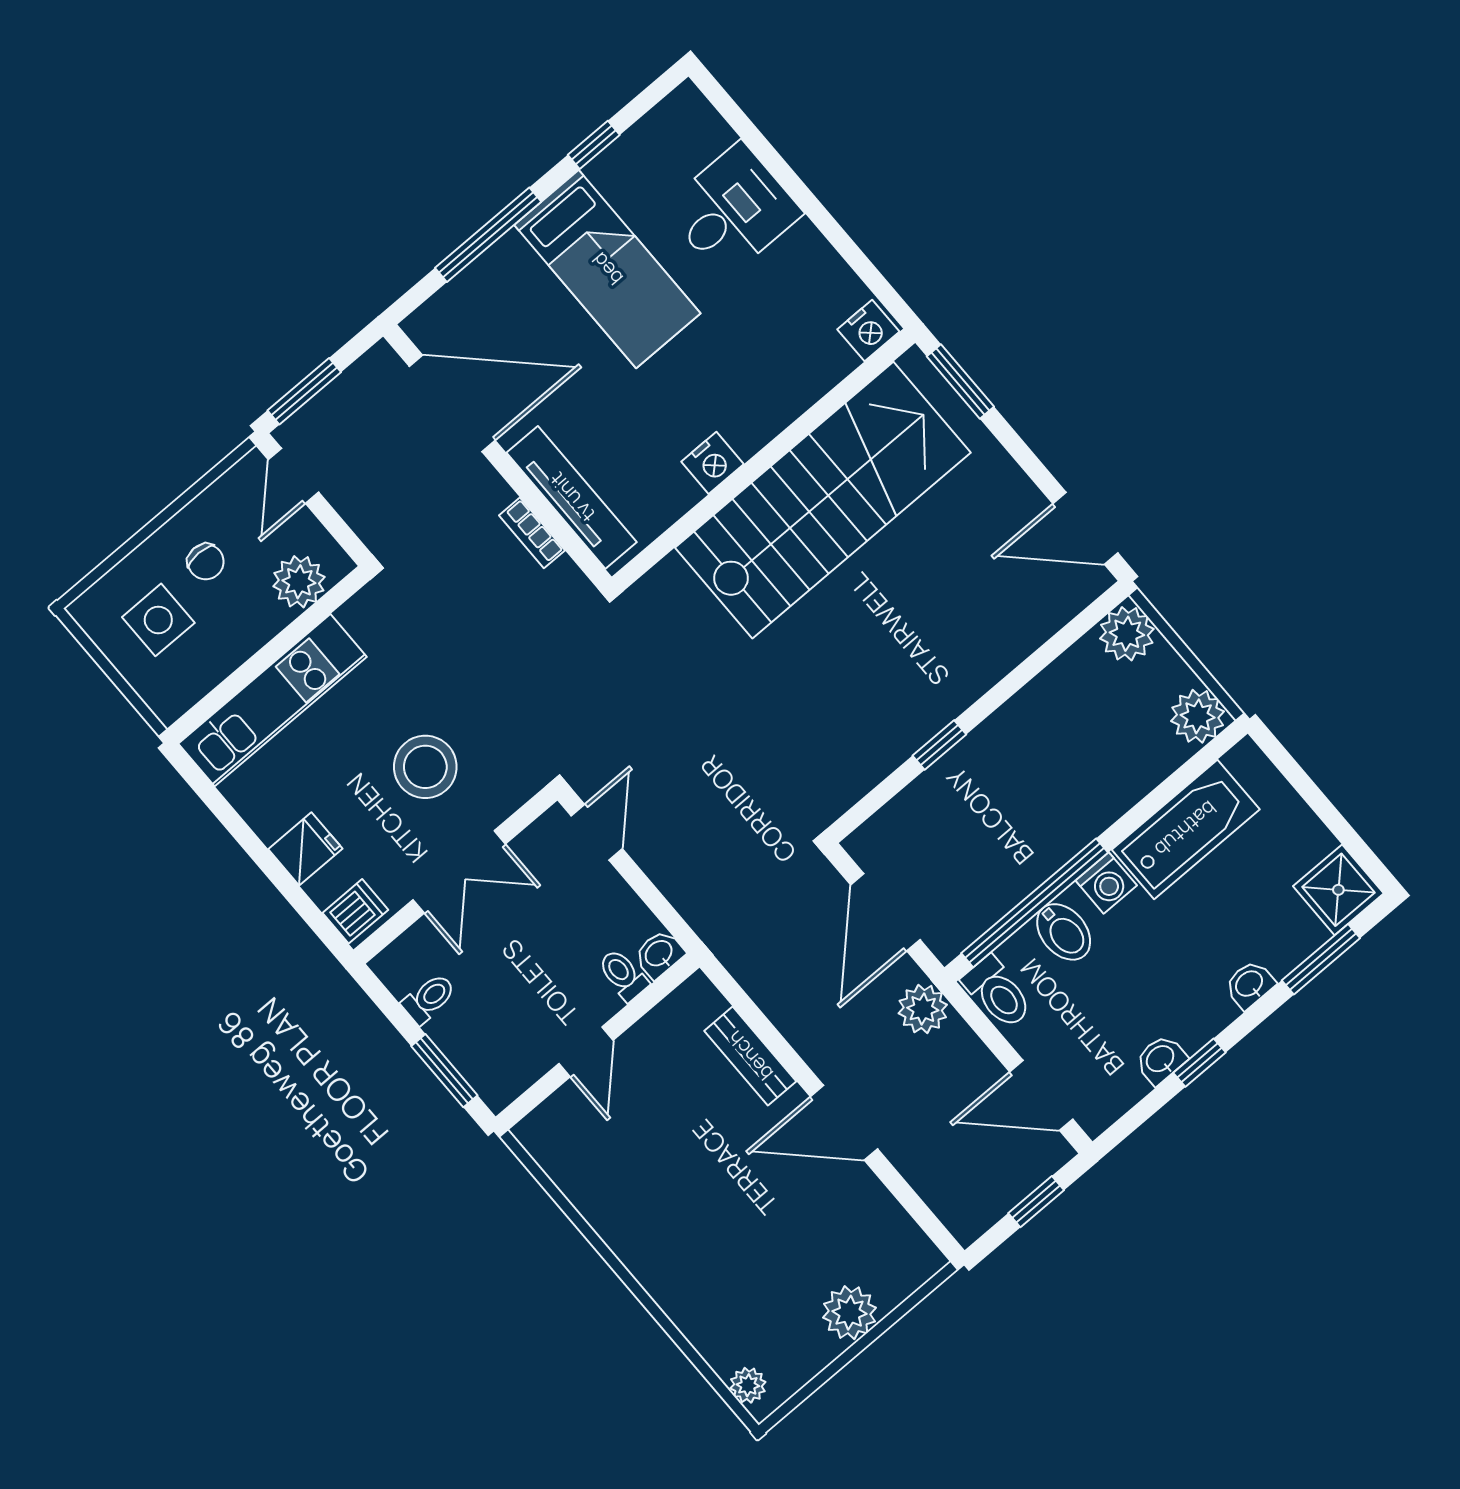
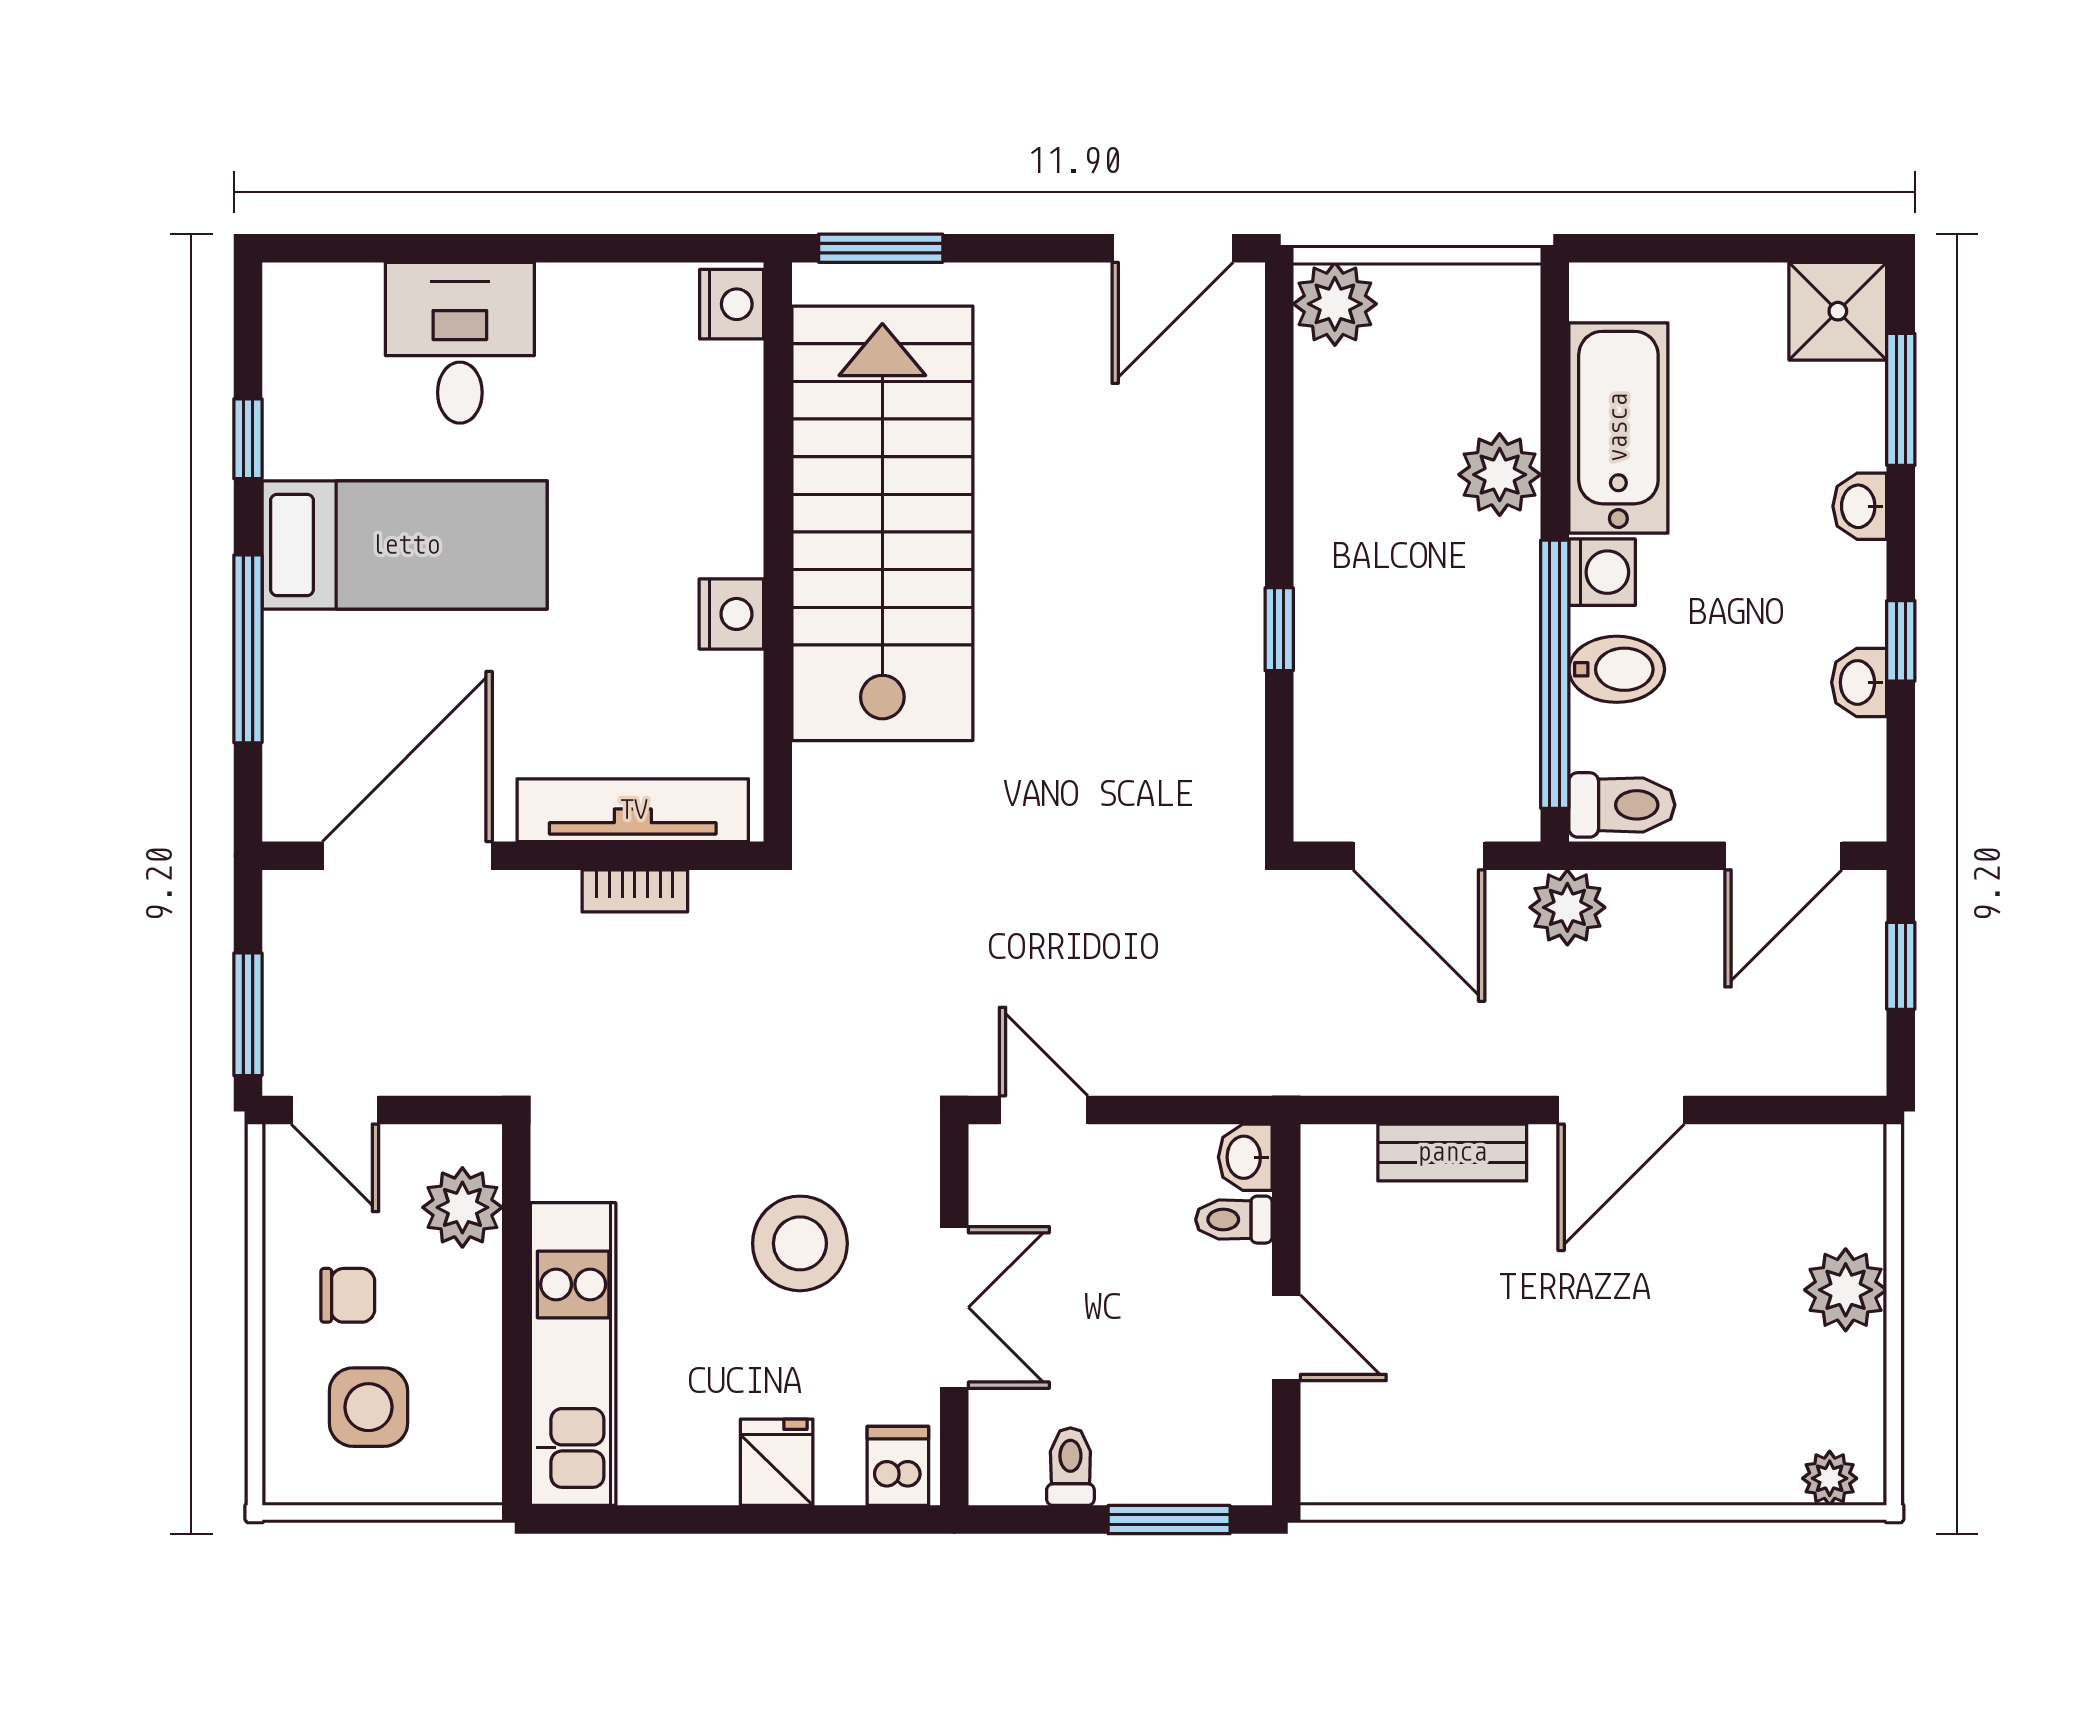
plant: (1198, 716) -> (1500, 475), moved

